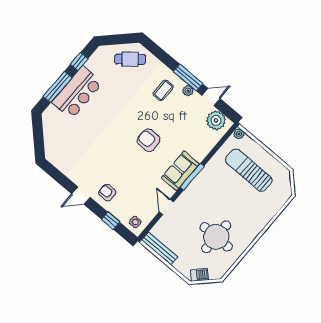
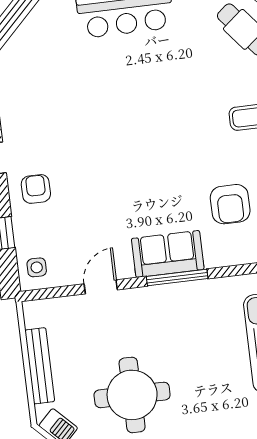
armchair: (149, 140) -> (230, 204), moved, turned 180
bench: (160, 249) -> (40, 366), moved

